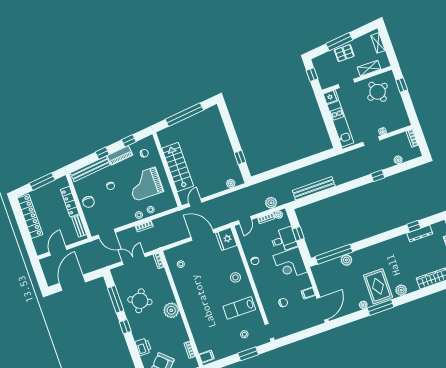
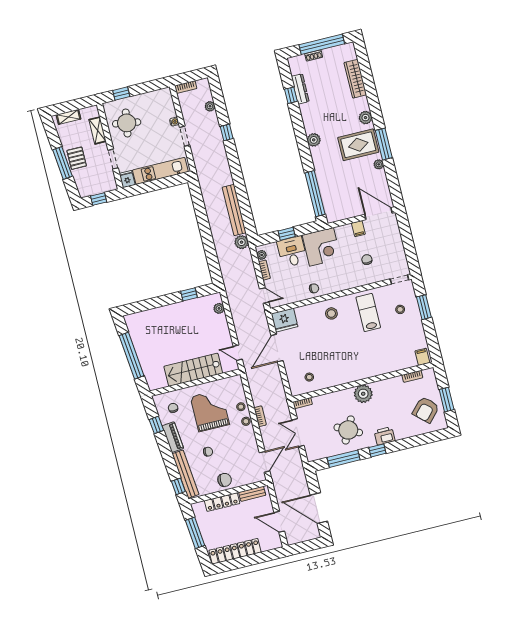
round table: (378, 92) -> (127, 123), turned 30
window: (102, 153) -> (178, 486), moved
grand piano: (145, 184) -> (210, 411), turned 180
plant: (271, 203) -> (242, 242), moved
plant: (346, 260) -> (314, 140), moved
lab bench: (239, 308) -> (368, 312), turned 180
printer: (143, 347) -> (385, 436), moved

